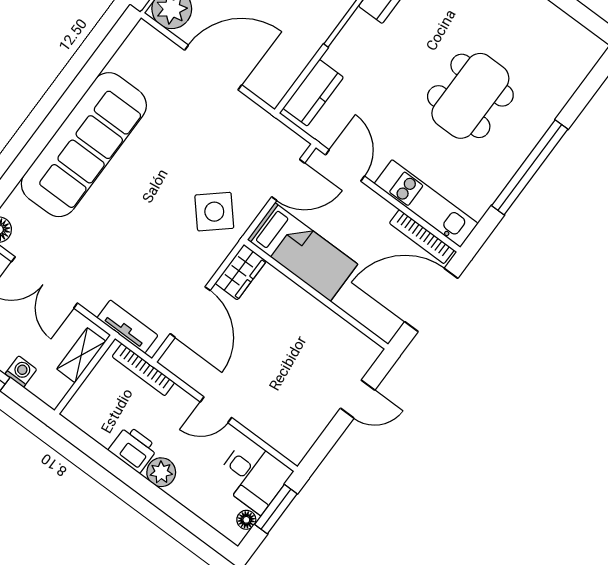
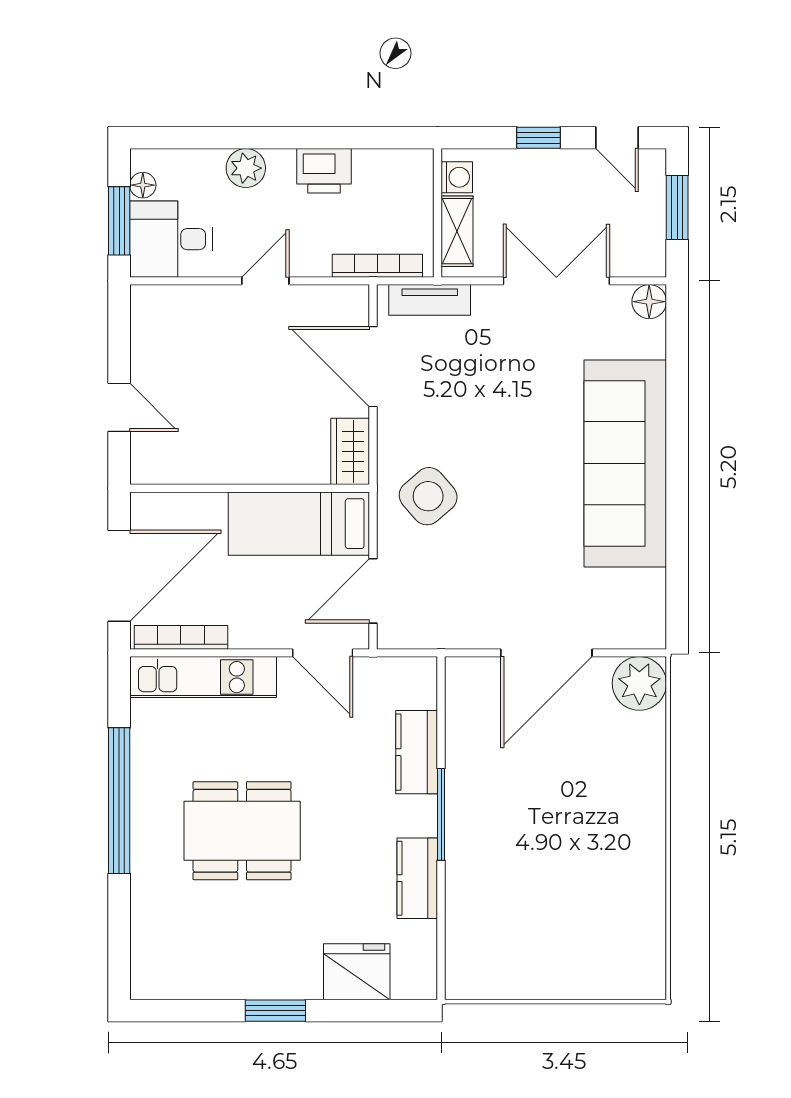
kitchen counter: (313, 93) -> (417, 752), moved
dining table: (470, 96) -> (242, 831), turned 90
washing machine: (21, 372) -> (457, 177), moved, turned -90
door: (358, 399) -> (119, 407), swing flipped
plant: (161, 472) -> (246, 168), moved

